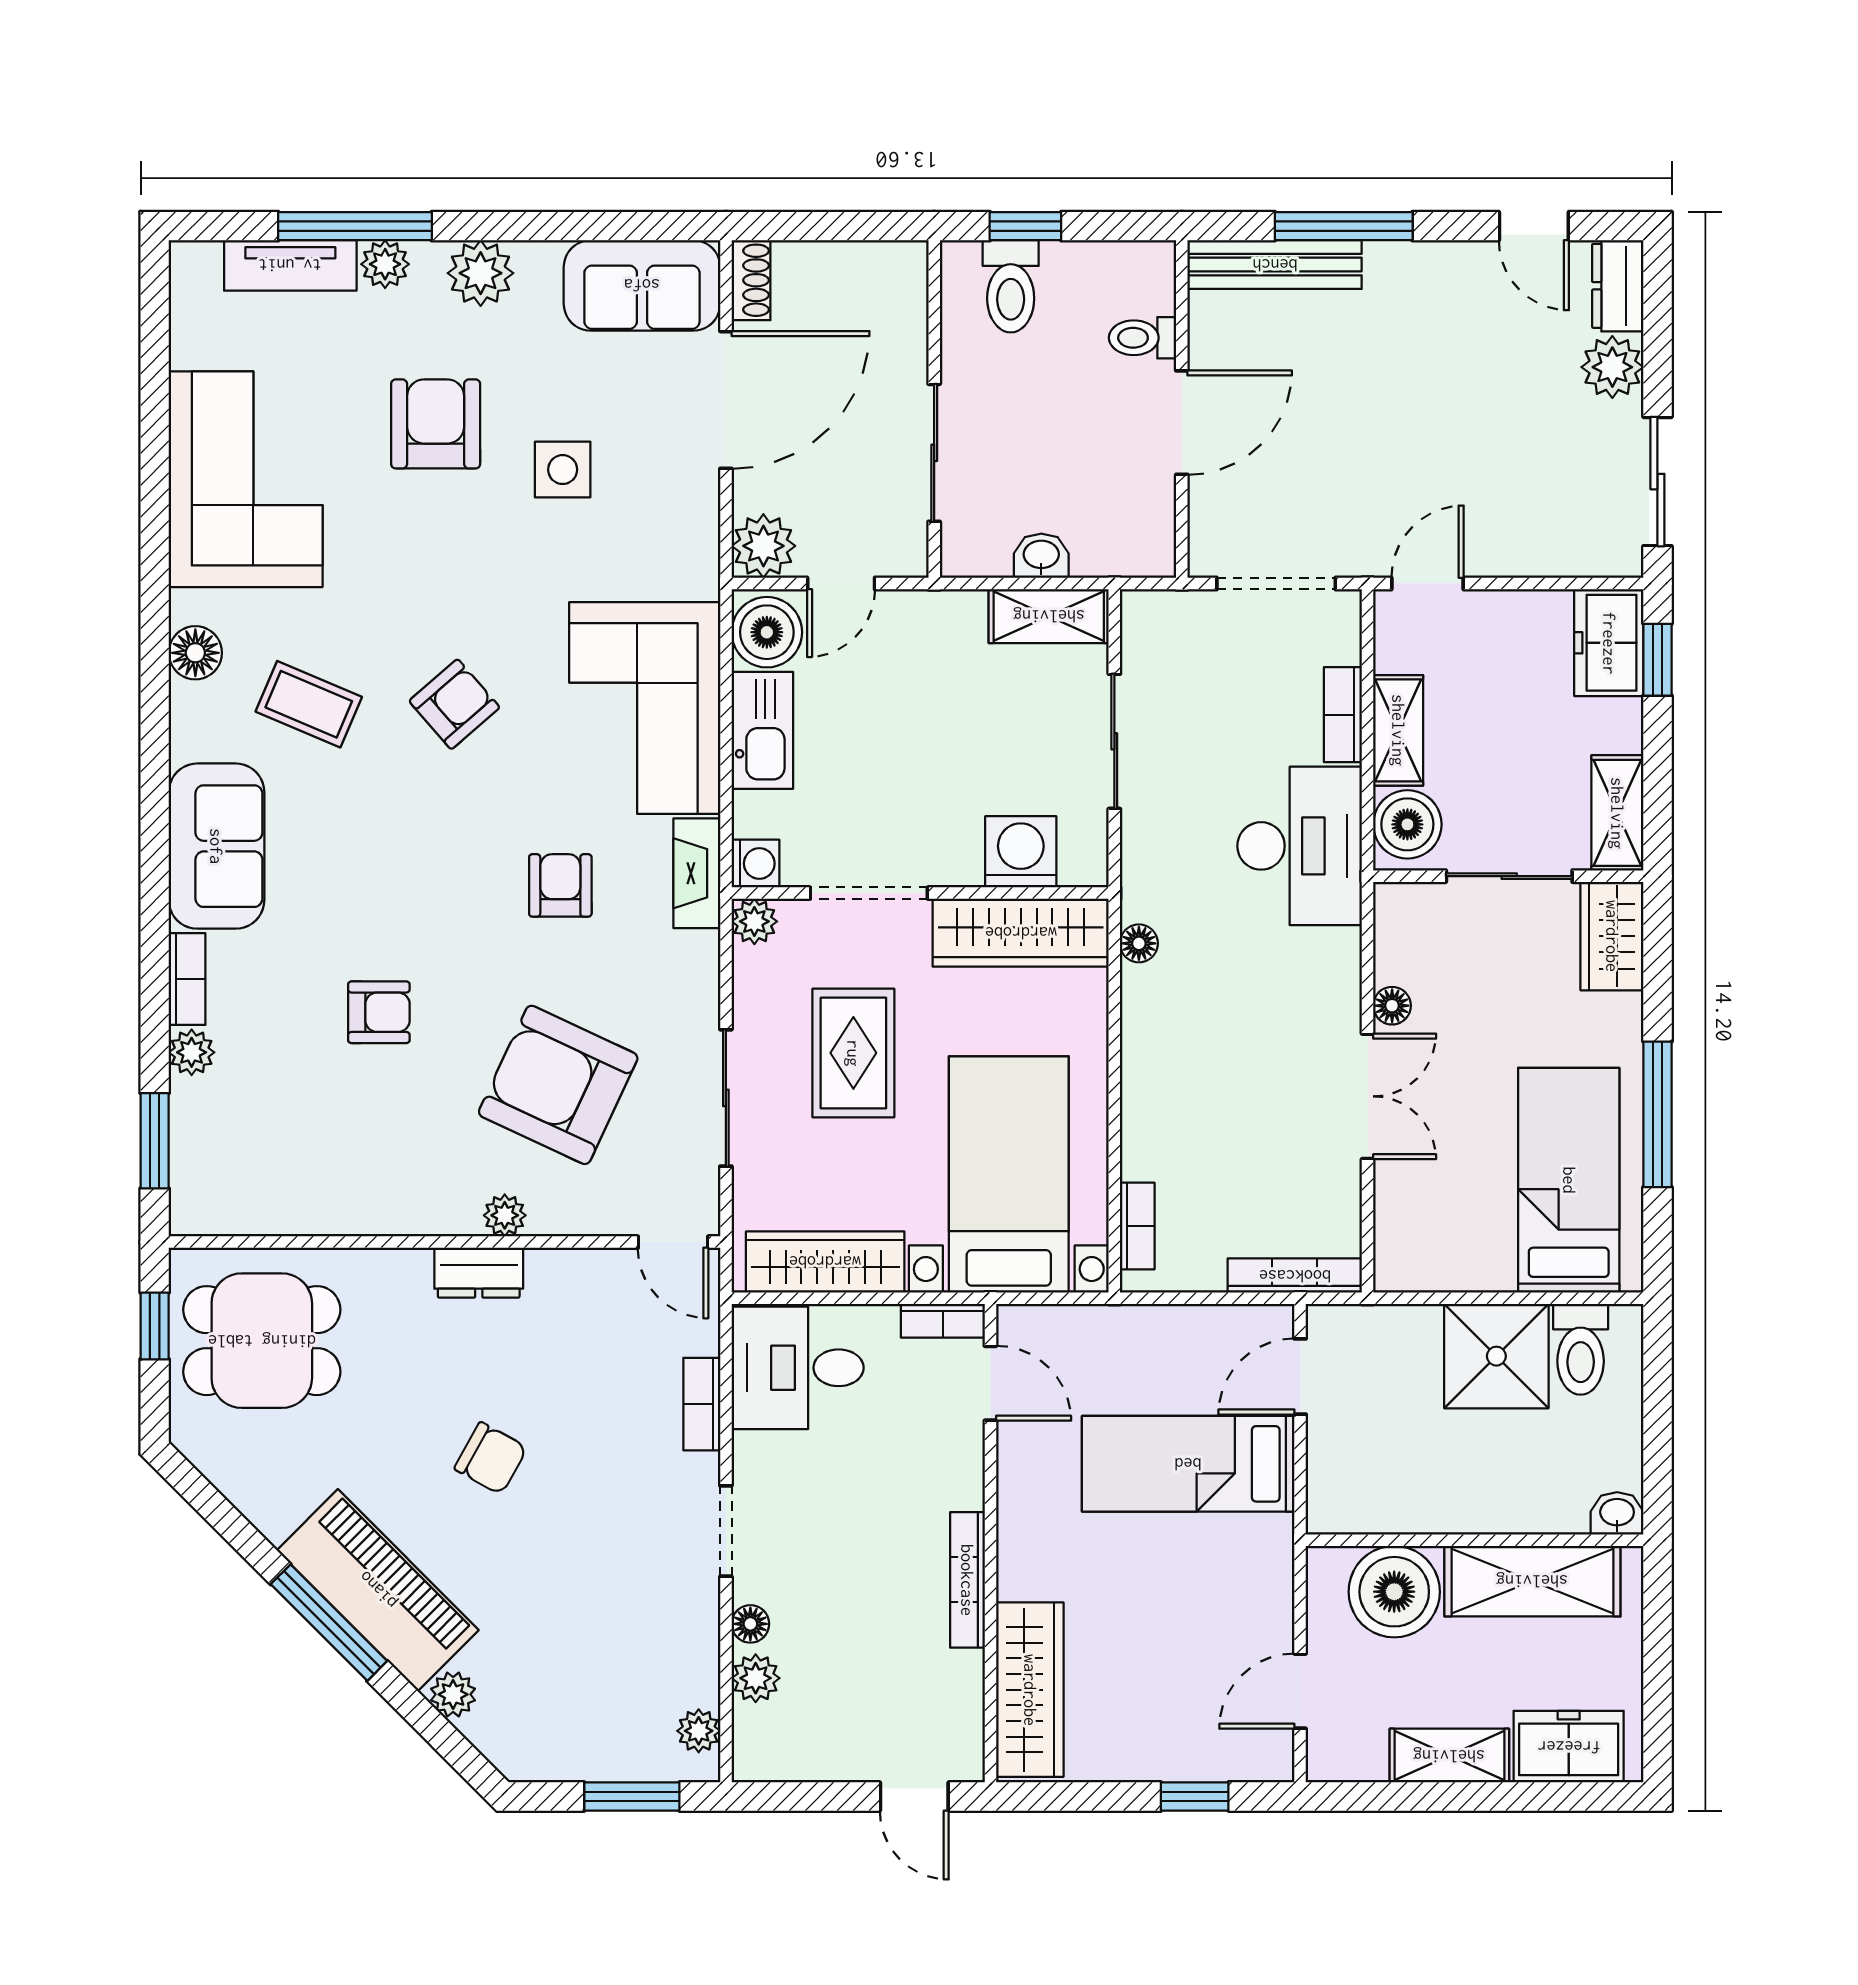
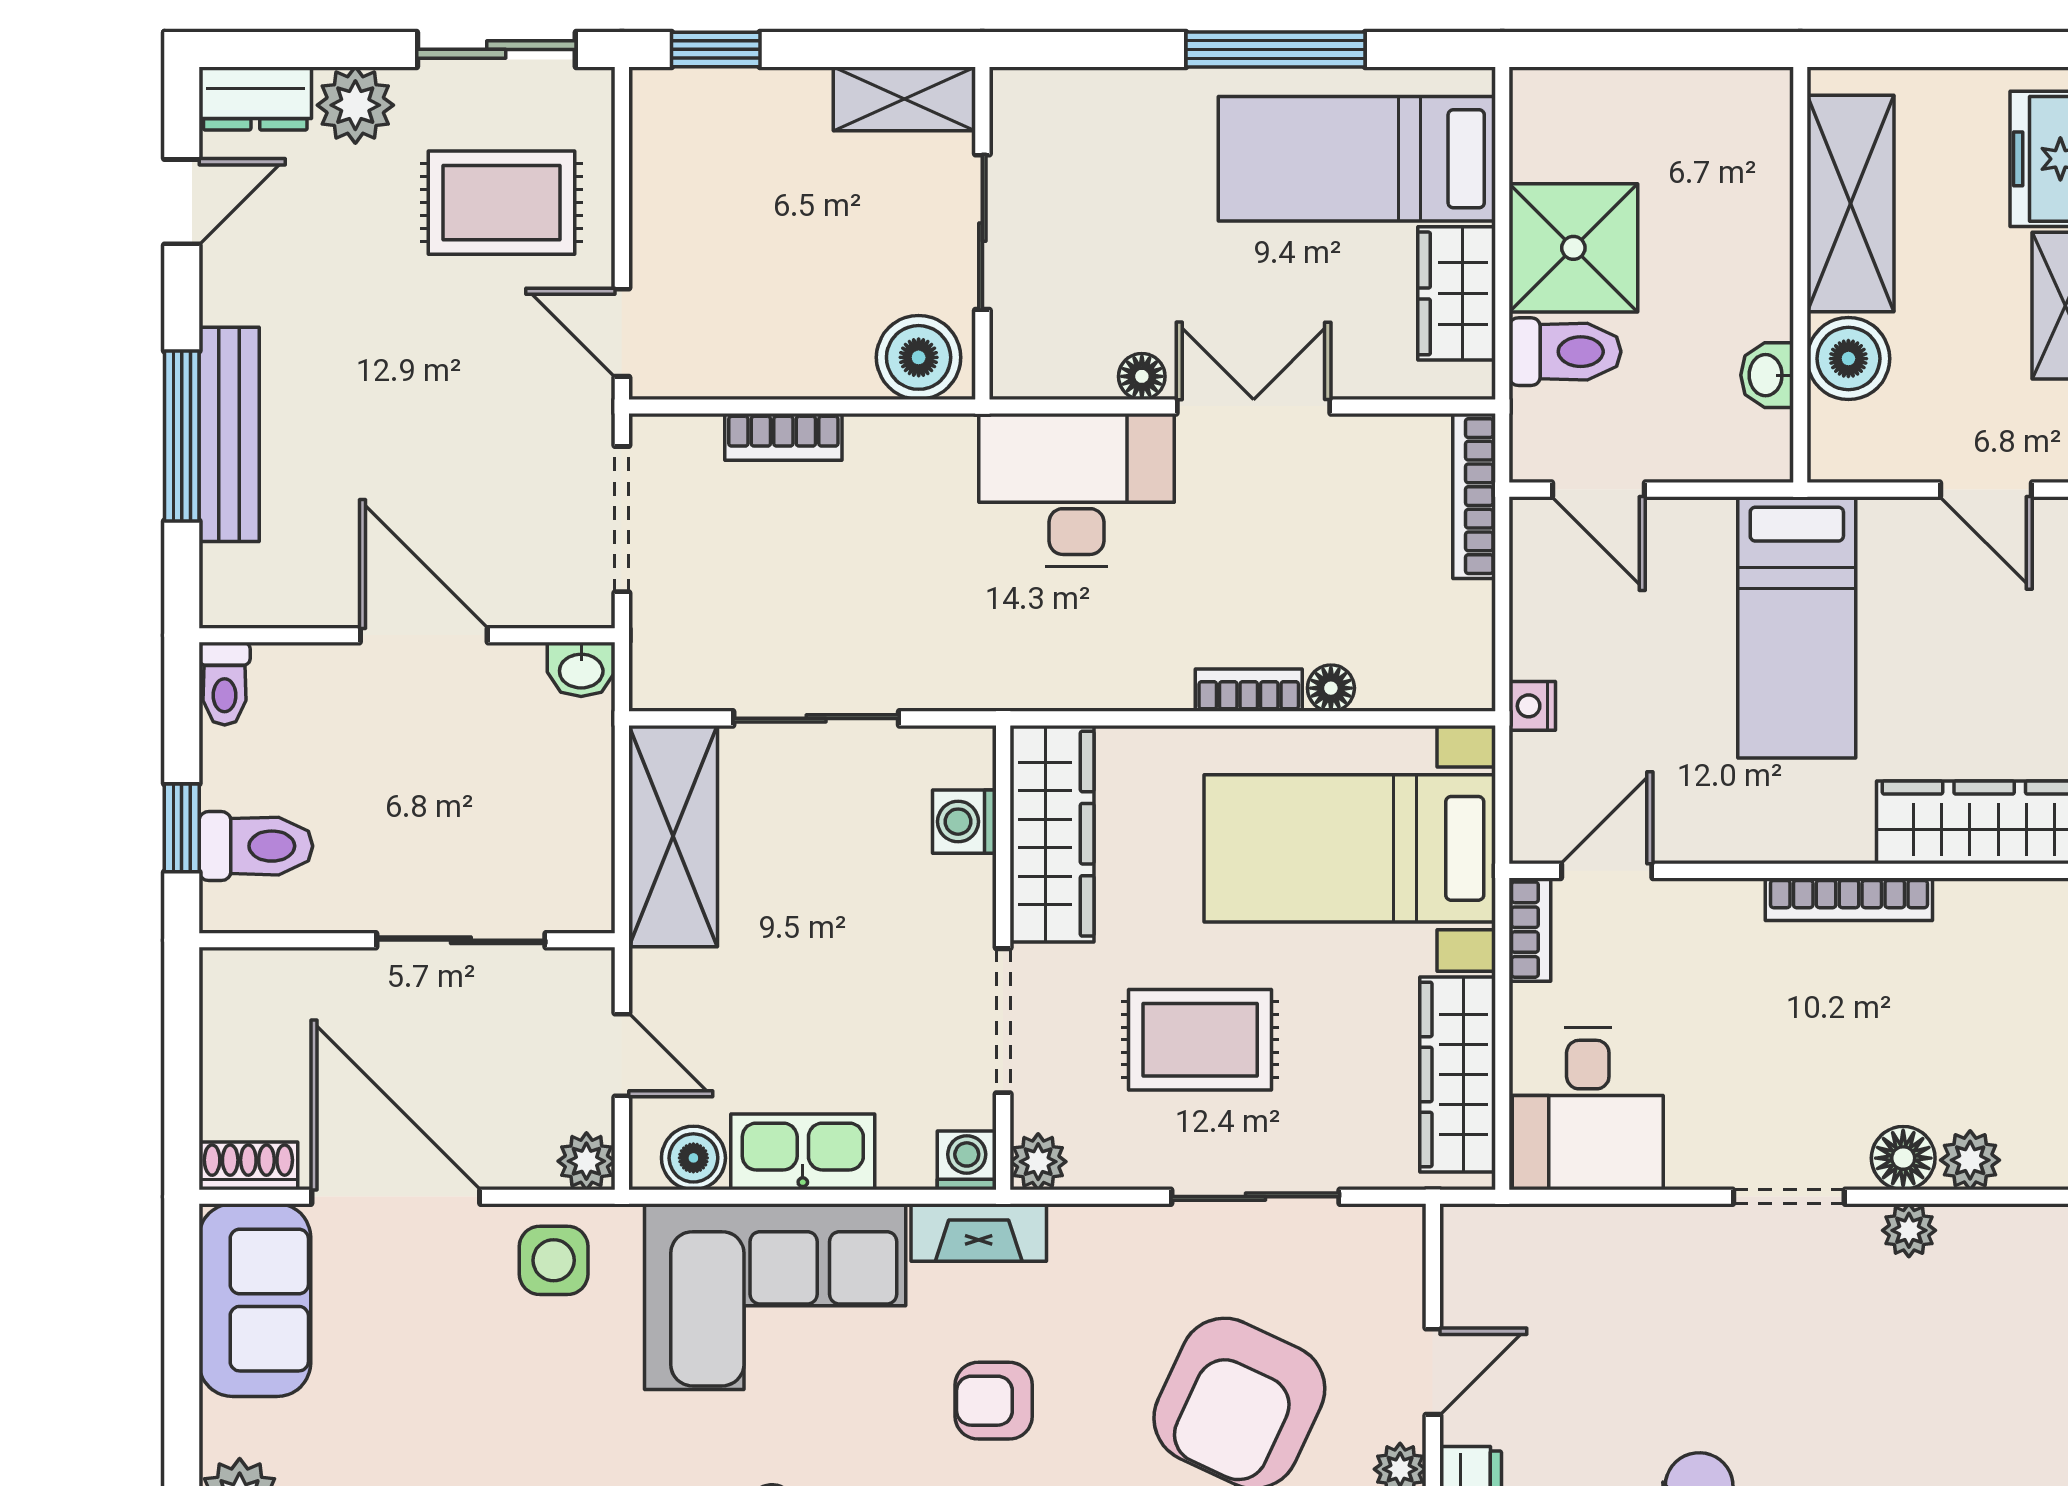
bench: (1275, 265) -> (229, 434), moved
toilet: (1143, 338) -> (225, 684), moved
side table: (563, 470) -> (554, 1260), moved
rug: (1533, 486) -> (502, 203), added
plant: (763, 546) -> (586, 1161), width x0.73, depth x0.73
washbasin: (1041, 556) -> (581, 669), moved, turned -90
shelving: (1049, 616) -> (673, 836), width x1.50, depth x1.33
boiler: (767, 632) -> (693, 1158), width x0.73, depth x0.73
freezer: (1609, 643) -> (695, 109), removed
shelving: (1398, 730) -> (803, 369), removed
desk: (1300, 846) -> (1076, 490), moved
washing machine: (1021, 852) -> (964, 822), width x0.73, depth x0.73
wardrobe: (1612, 936) -> (1457, 293), moved, turned 90
floor lamp: (1139, 943) -> (1331, 688), moved
bookcase: (1137, 1226) -> (1249, 690), moved
door: (673, 1242) -> (1433, 1372), moved
nightstand: (1124, 1323) -> (1532, 706), added
toilet: (1581, 1349) -> (1565, 352), moved
bookcase: (702, 1404) -> (1632, 1226), removed
bed: (1188, 1464) -> (1797, 627), moved
washbasin: (1617, 1513) -> (1767, 375), moved
boiler: (1394, 1592) -> (1848, 359), width x0.73, depth x0.73
floor lamp: (750, 1624) -> (1903, 1158), width x1.37, depth x1.37
plant: (699, 1731) -> (1909, 1230), moved

